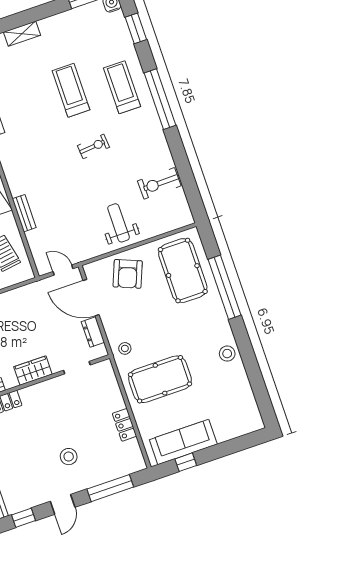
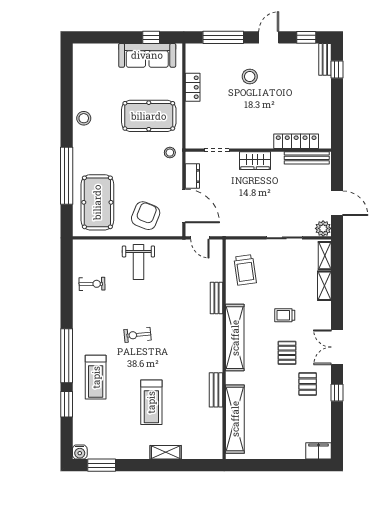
window: (136, 28) -> (67, 404), moved
treadmill: (71, 90) -> (151, 402), moved
exercise bike: (159, 183) -> (92, 284), width x0.73, depth x0.72

